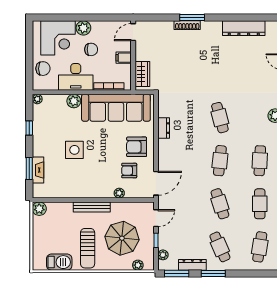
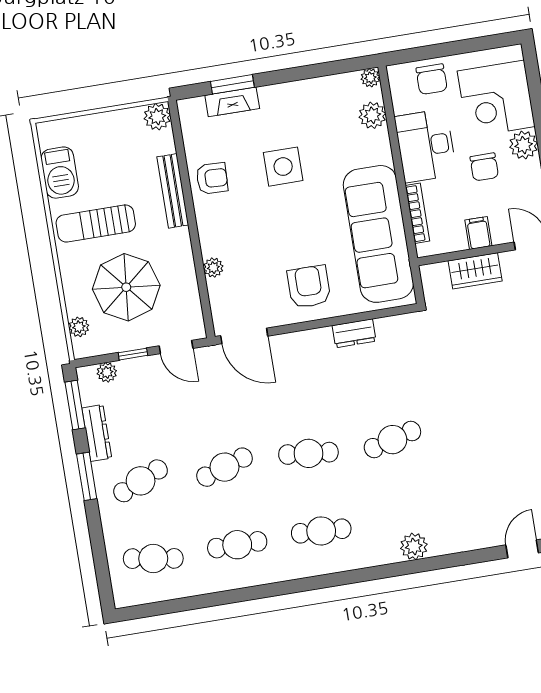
wardrobe: (142, 74) -> (475, 271), moved
plant: (74, 101) -> (372, 115), moved
window: (29, 128) -> (311, 71), removed
armchair: (129, 171) -> (212, 178), moved, turned 92
bench: (92, 207) -> (173, 191), moved

